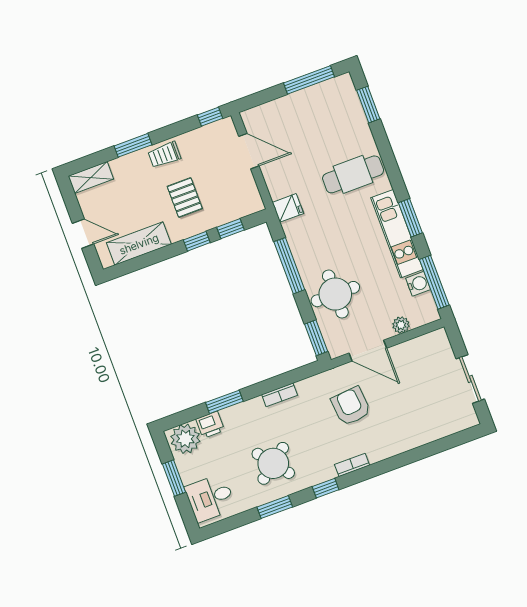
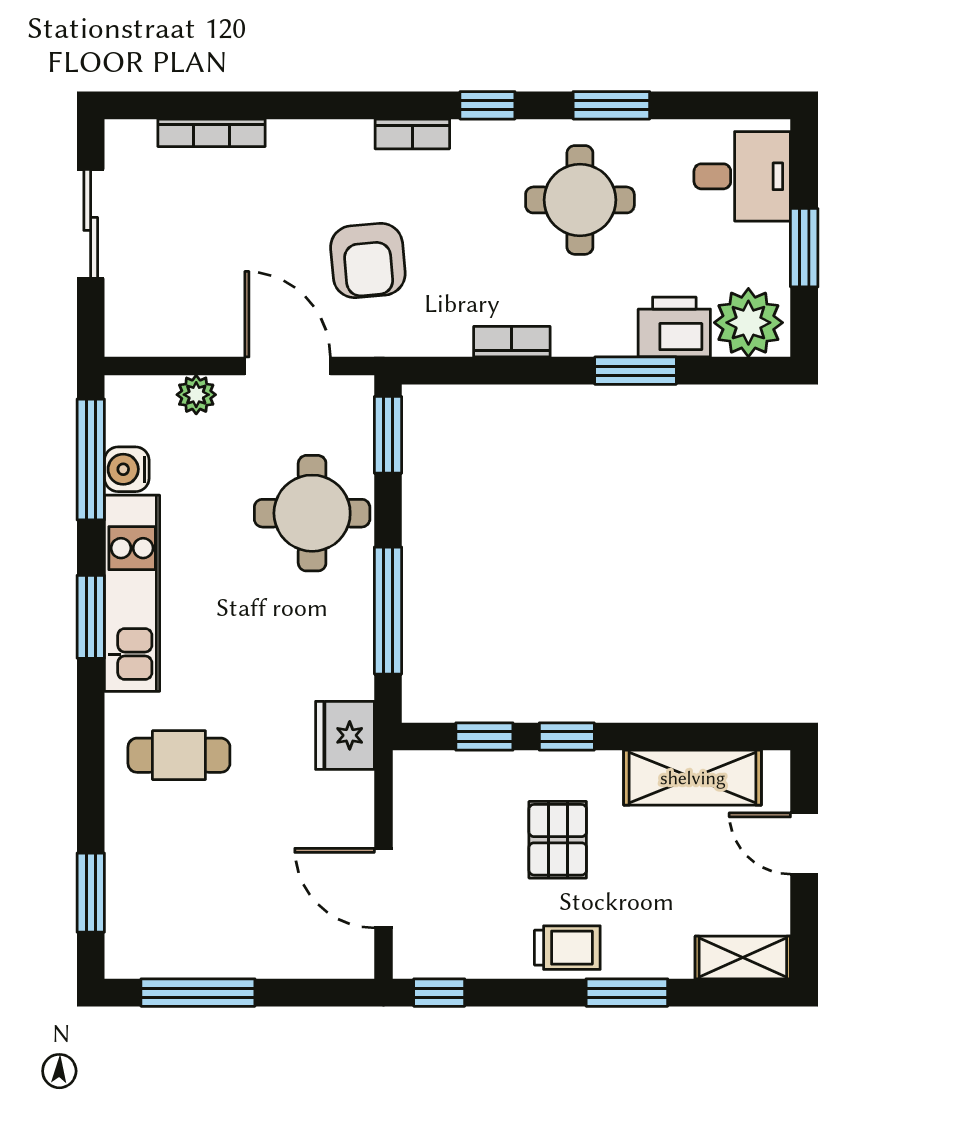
cafe table: (353, 174) -> (179, 755), width x0.73, depth x0.74
fridge: (288, 208) -> (345, 735), width x1.38
printer: (210, 425) -> (674, 327), width x1.36, depth x1.24
bookcase: (435, 435) -> (211, 133), added
round table: (273, 463) -> (580, 200), turned 38

